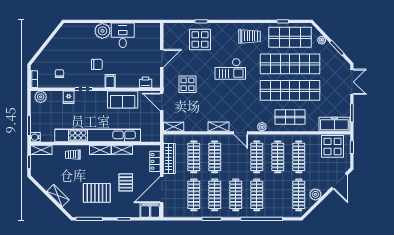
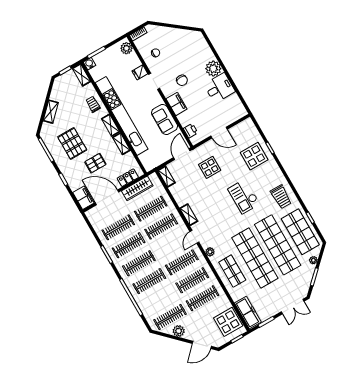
filing cabinet: (110, 81) -> (177, 104), width x2.00

